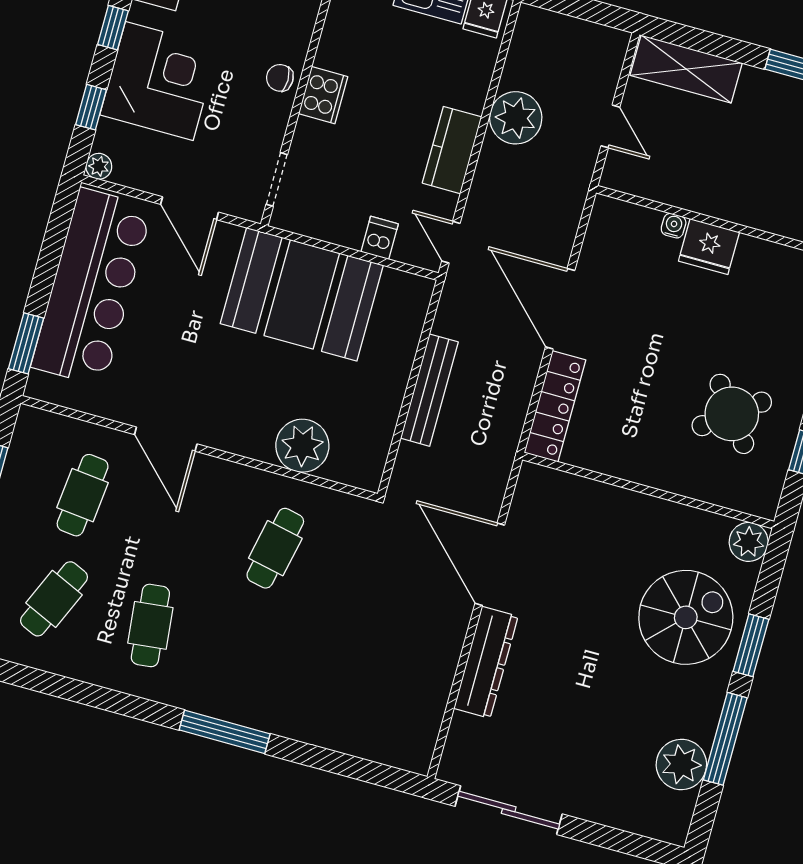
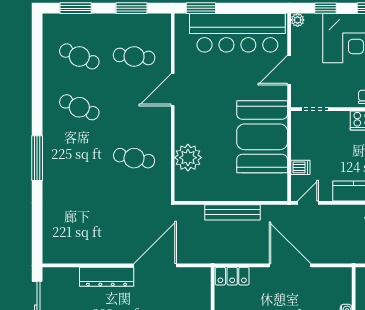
door: (560, 309) -> (290, 265), hinge flipped
locker: (555, 406) -> (232, 276), width x0.66
cafe table: (150, 625) -> (79, 107), turned 30

